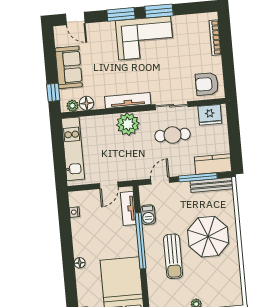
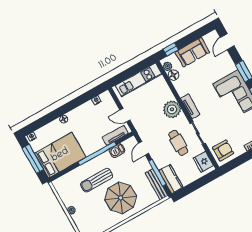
armchair: (207, 84) -> (223, 150), turned 90
tv unit: (128, 101) -> (190, 106), width x0.71
door: (160, 181) -> (144, 148), swing flipped

